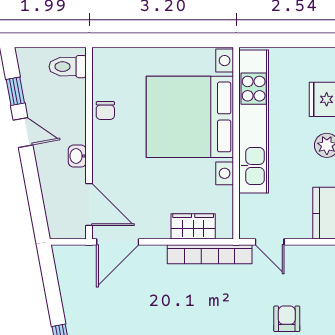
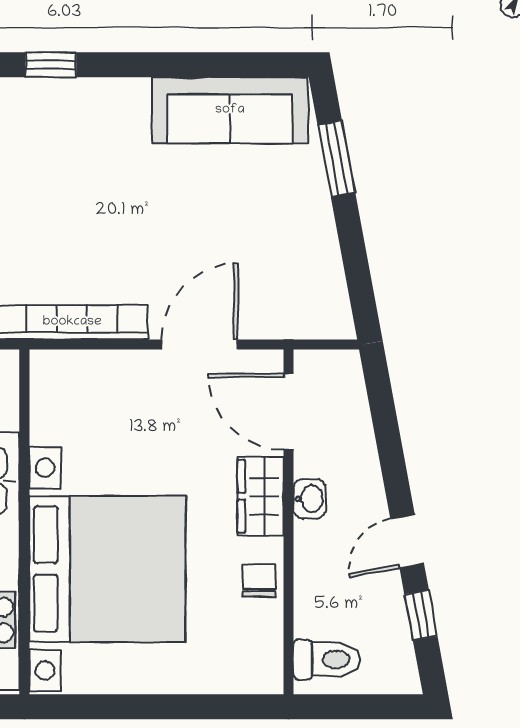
door: (23, 132) -> (407, 541), hinge flipped
wardrobe: (193, 226) -> (261, 496), moved, turned 90
door: (118, 242) -> (200, 344), moved

